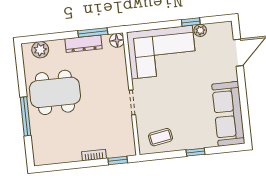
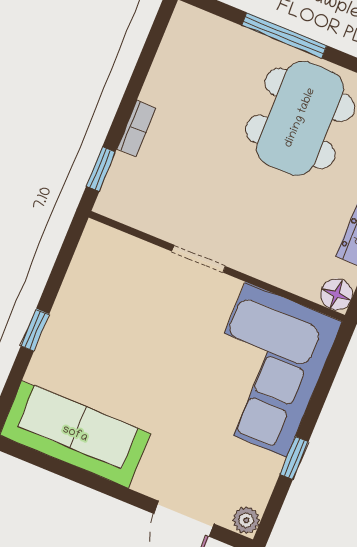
plant: (200, 30) -> (246, 520), moved
coffee table: (160, 137) -> (101, 277), removed

